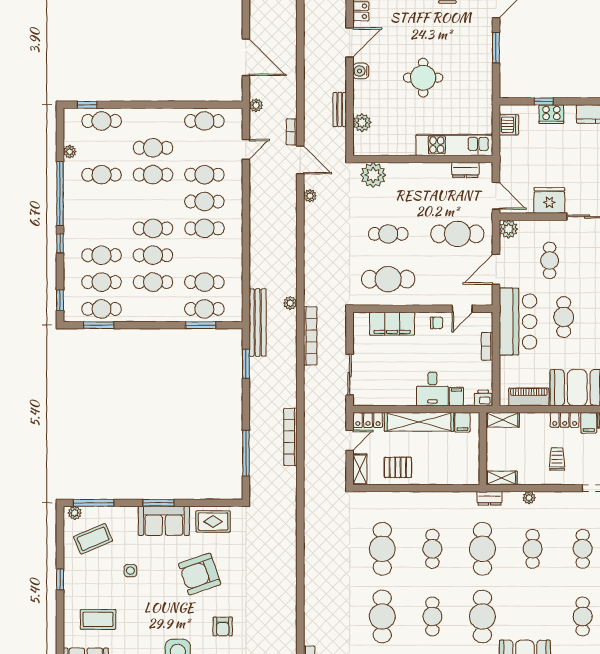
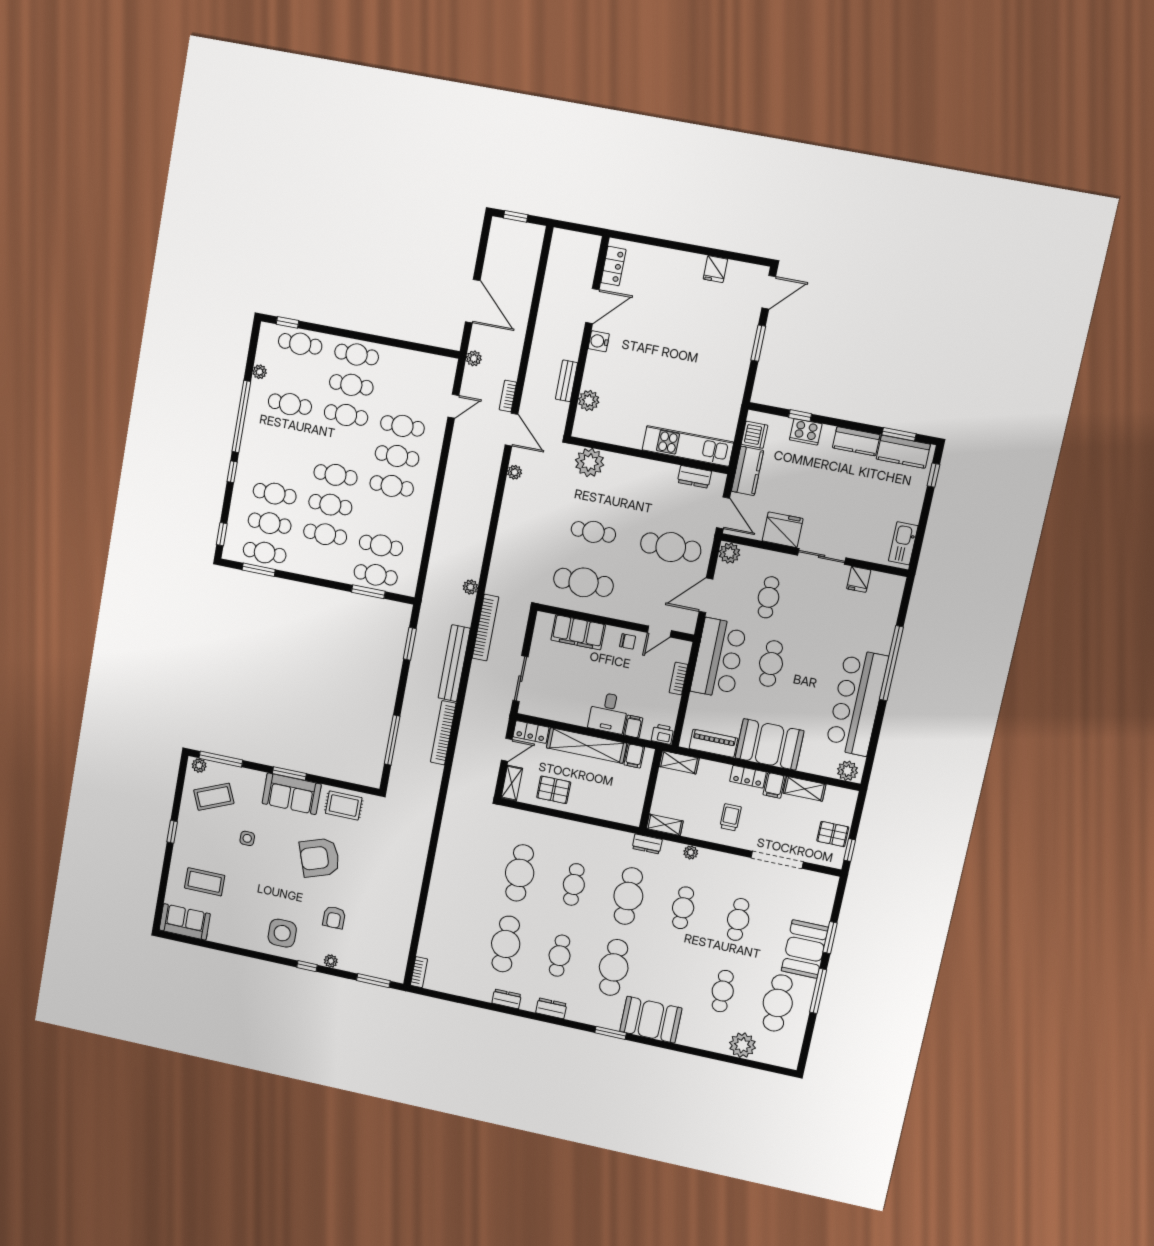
round table: (423, 78) -> (668, 362), removed
cafe table: (204, 121) -> (357, 355), moved
kitchen counter: (509, 156) -> (747, 471), added
bench: (258, 323) -> (454, 663), moved

